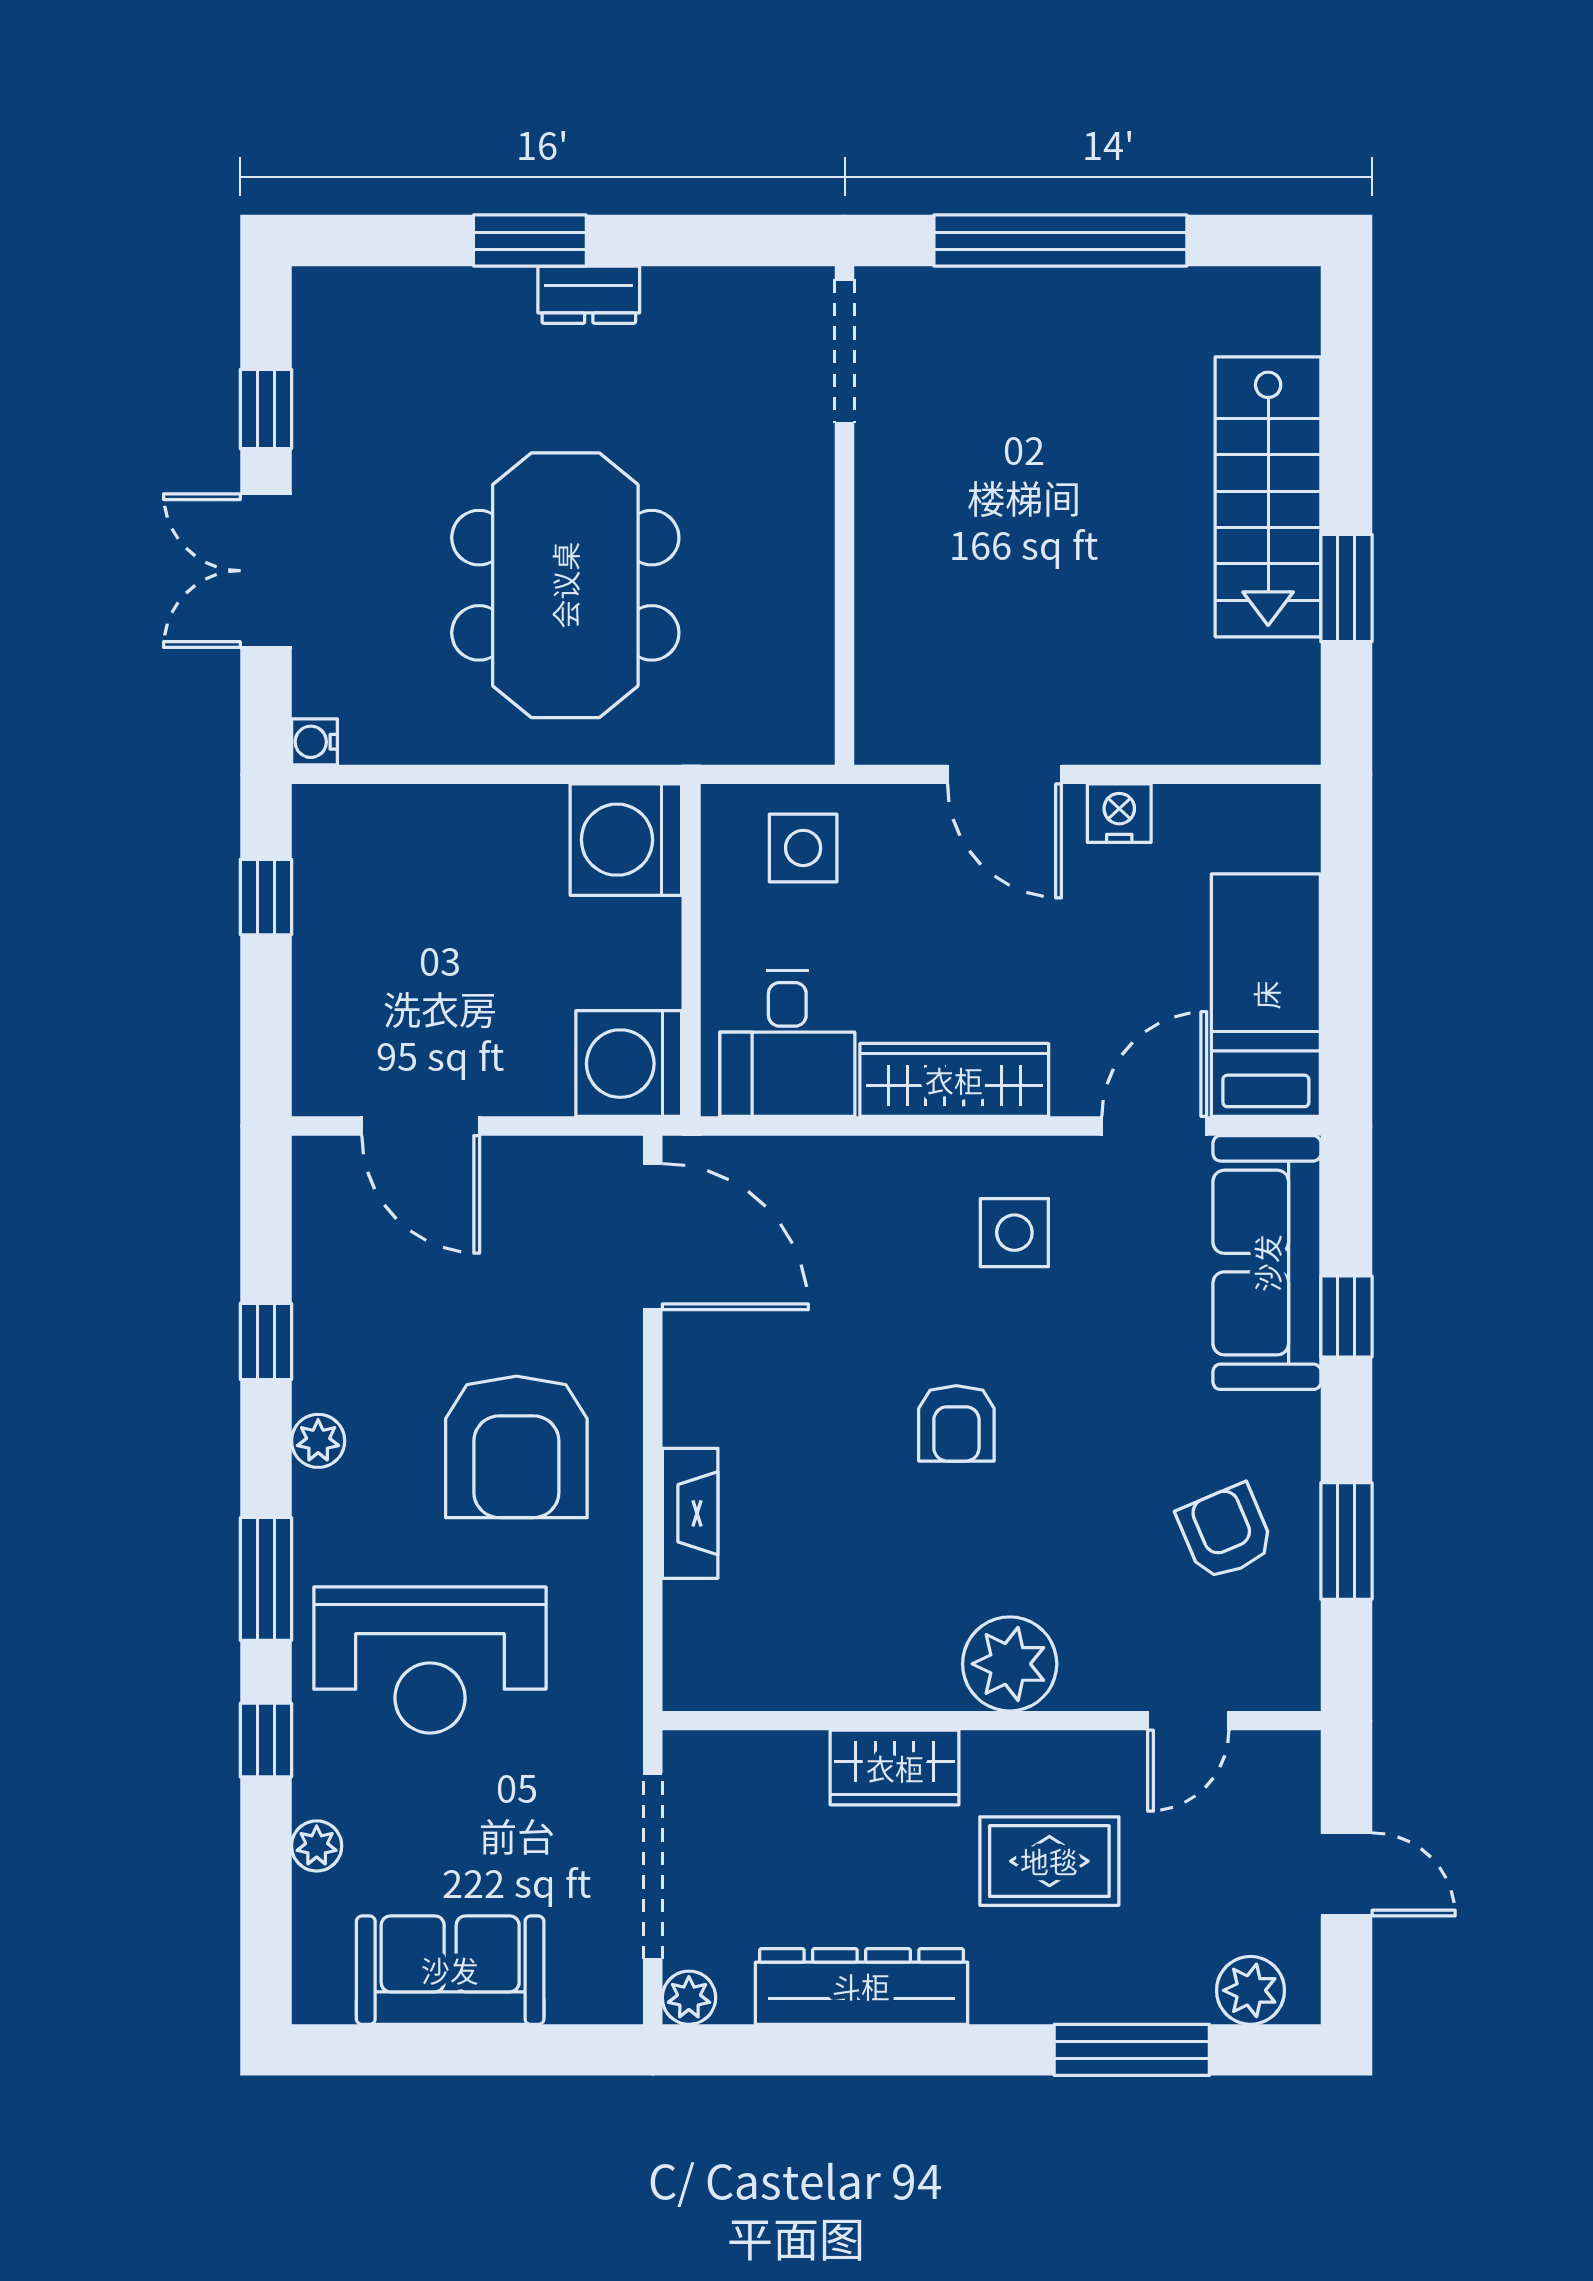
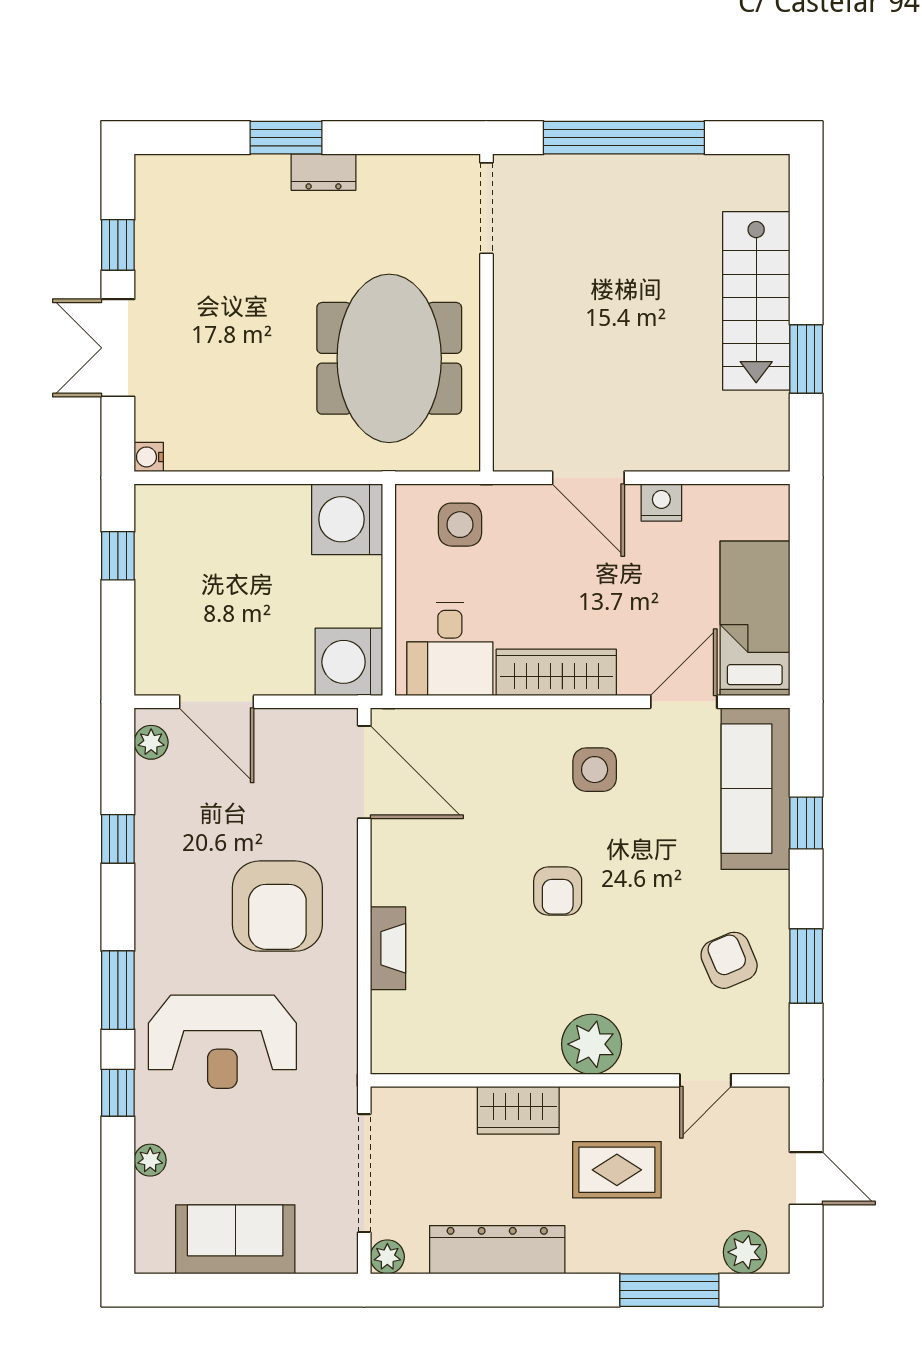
meeting table: (565, 585) -> (389, 358), moved
plant: (318, 1441) -> (151, 742), moved

